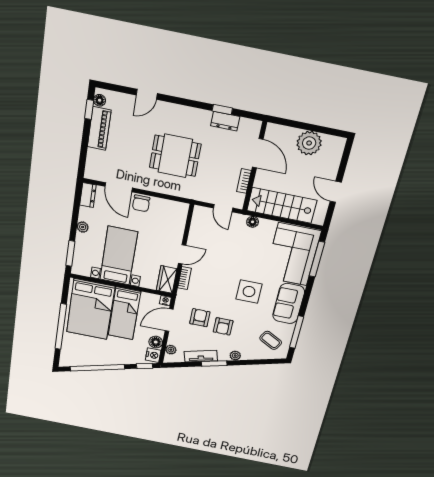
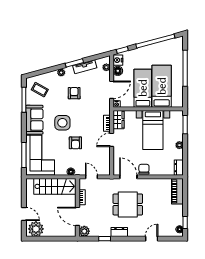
dresser: (225, 121) -> (119, 232), moved
plant: (252, 128) -> (84, 231), added
piano: (99, 129) -> (177, 191), moved
plant: (309, 143) -> (36, 229), moved
door: (119, 187) -> (128, 177), moved
door: (336, 192) -> (24, 214), moved
bed: (91, 309) -> (162, 86), width x0.67
armchair: (200, 318) -> (75, 143), moved

